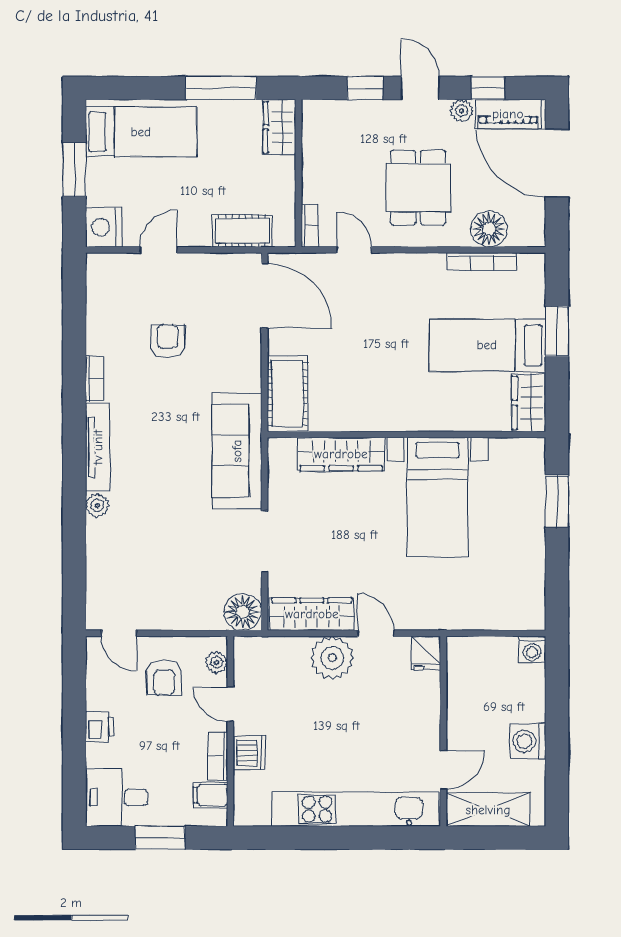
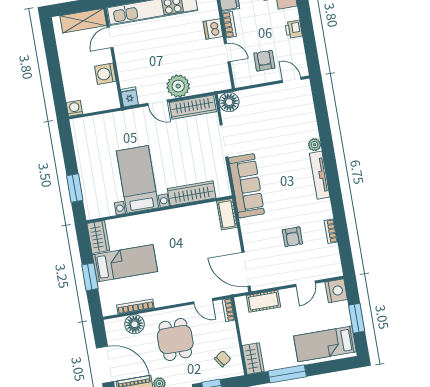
chair: (336, 137) -> (223, 359), added
bookcase: (94, 379) -> (331, 231), moved
cot: (287, 394) -> (227, 214), width x0.73, depth x0.75
plant: (217, 662) -> (238, 73), removed
washing machine: (528, 741) -> (105, 74), moved, turned 180

